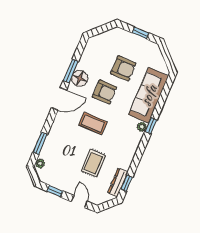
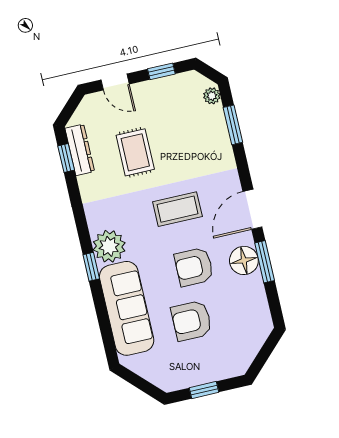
plant: (142, 127) -> (109, 246), width x1.88, depth x1.88

